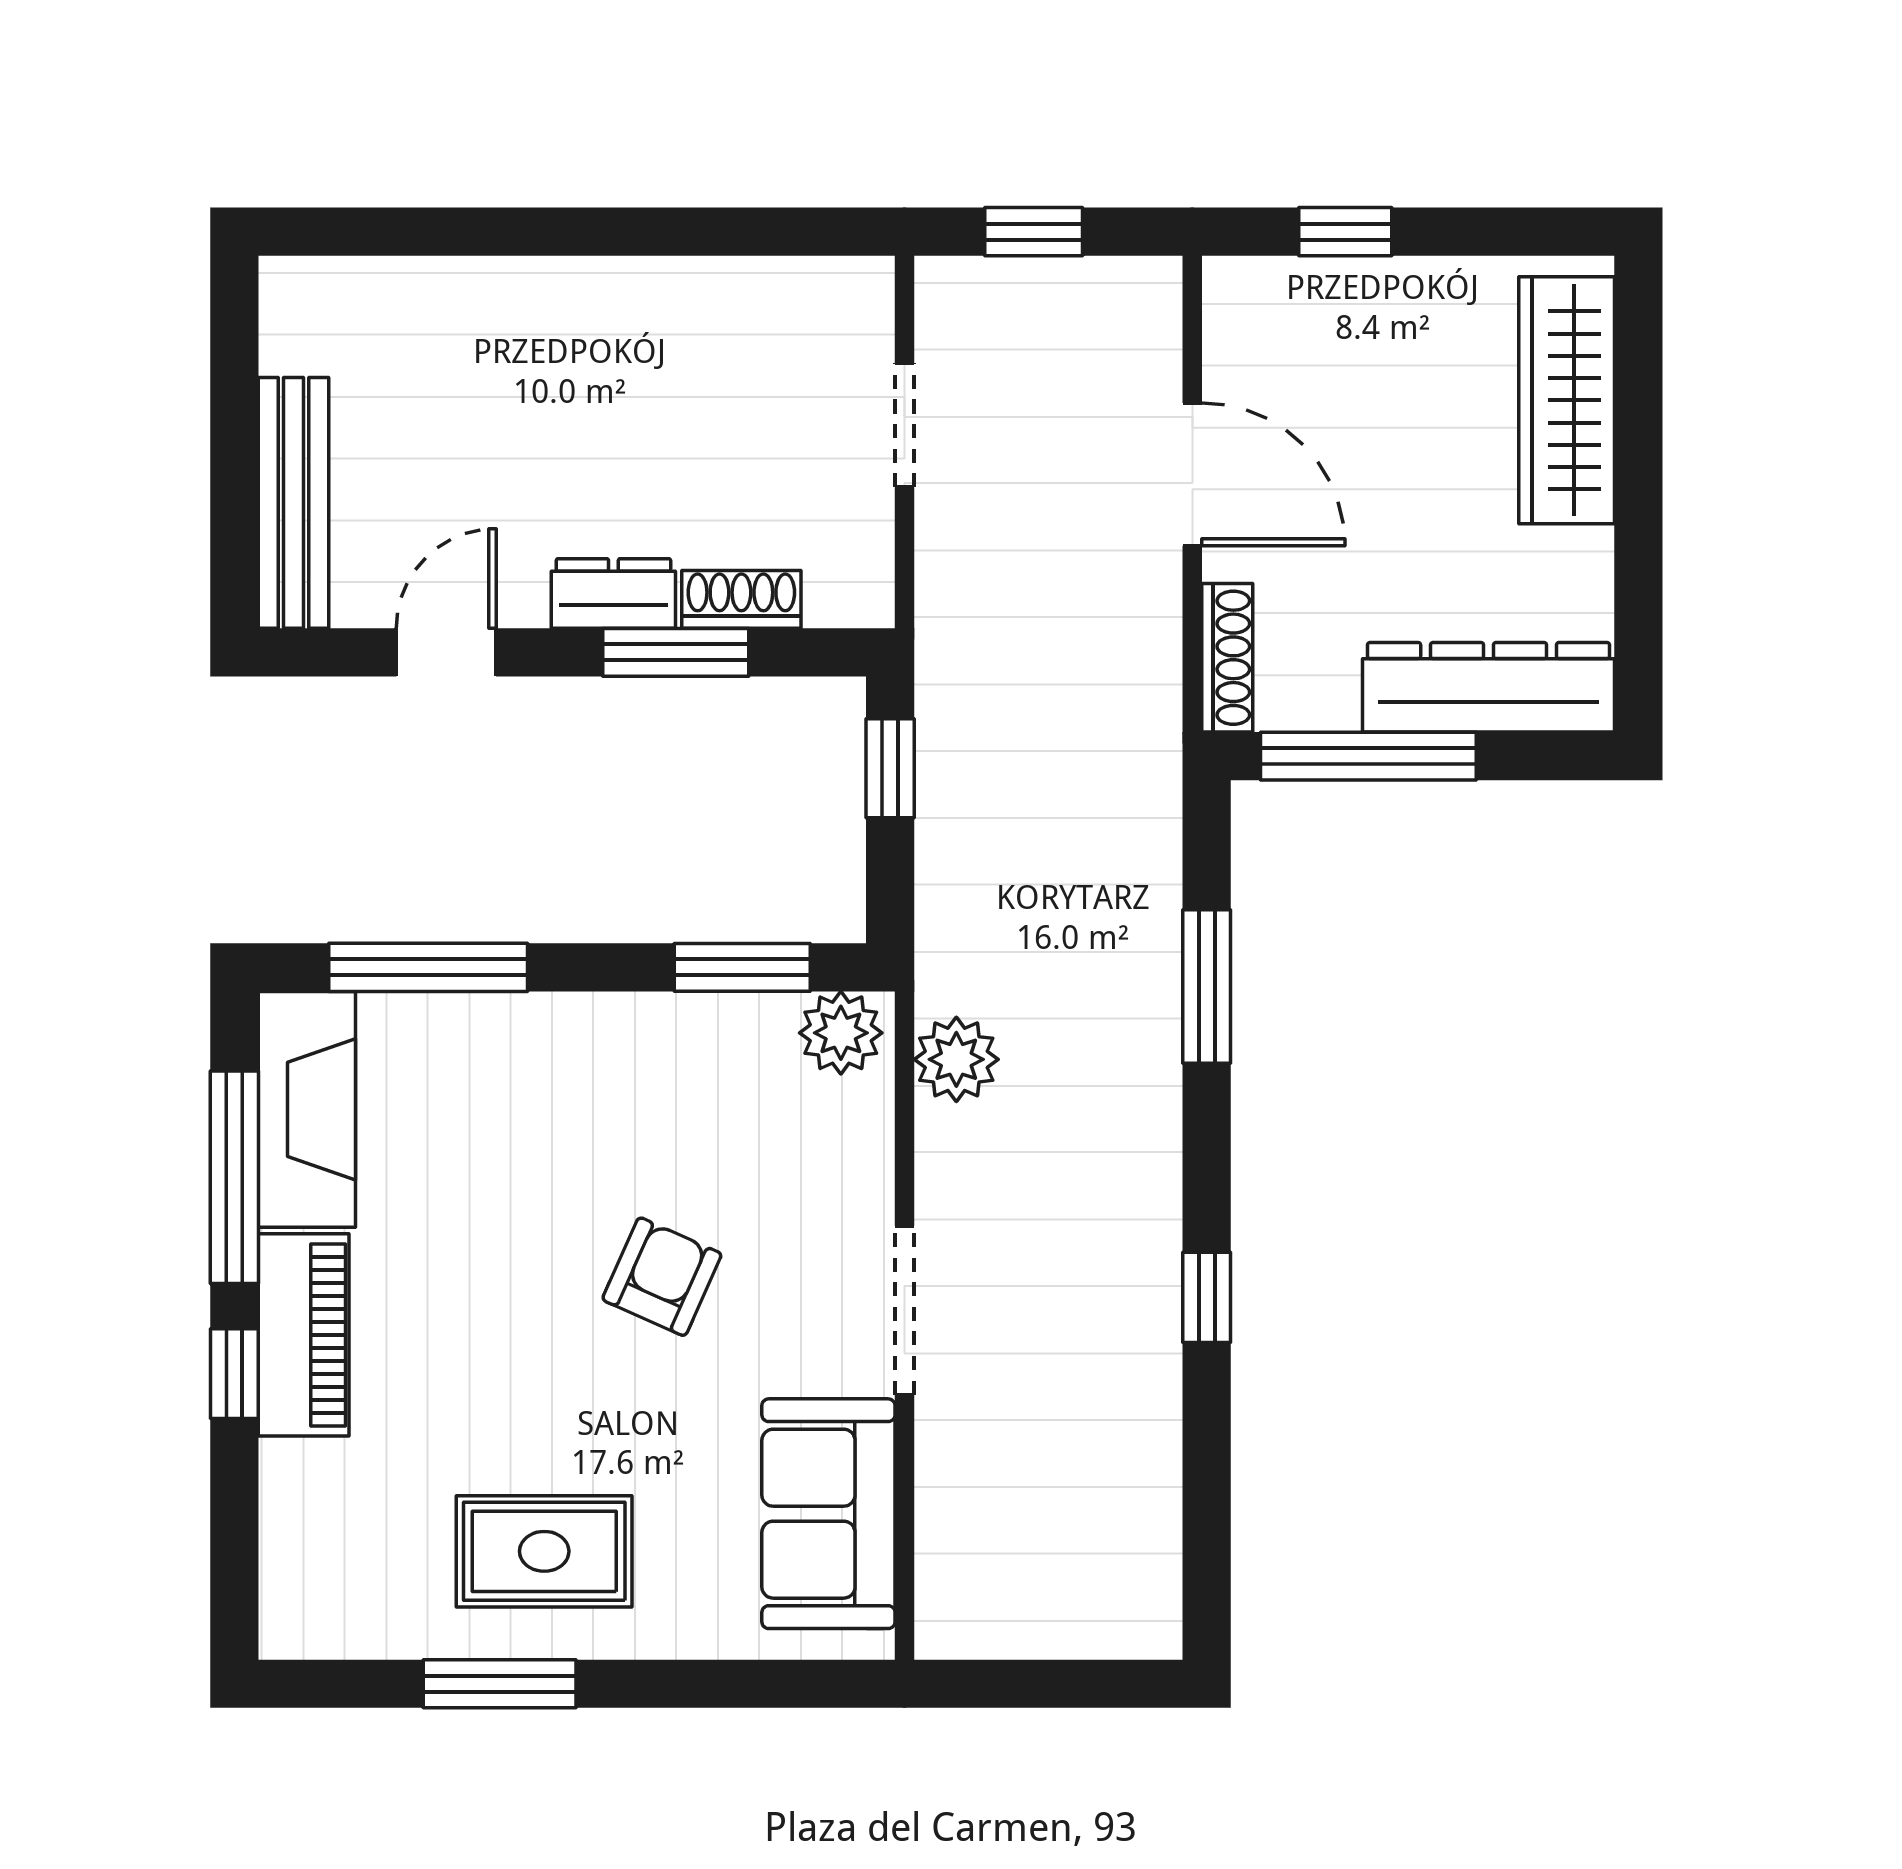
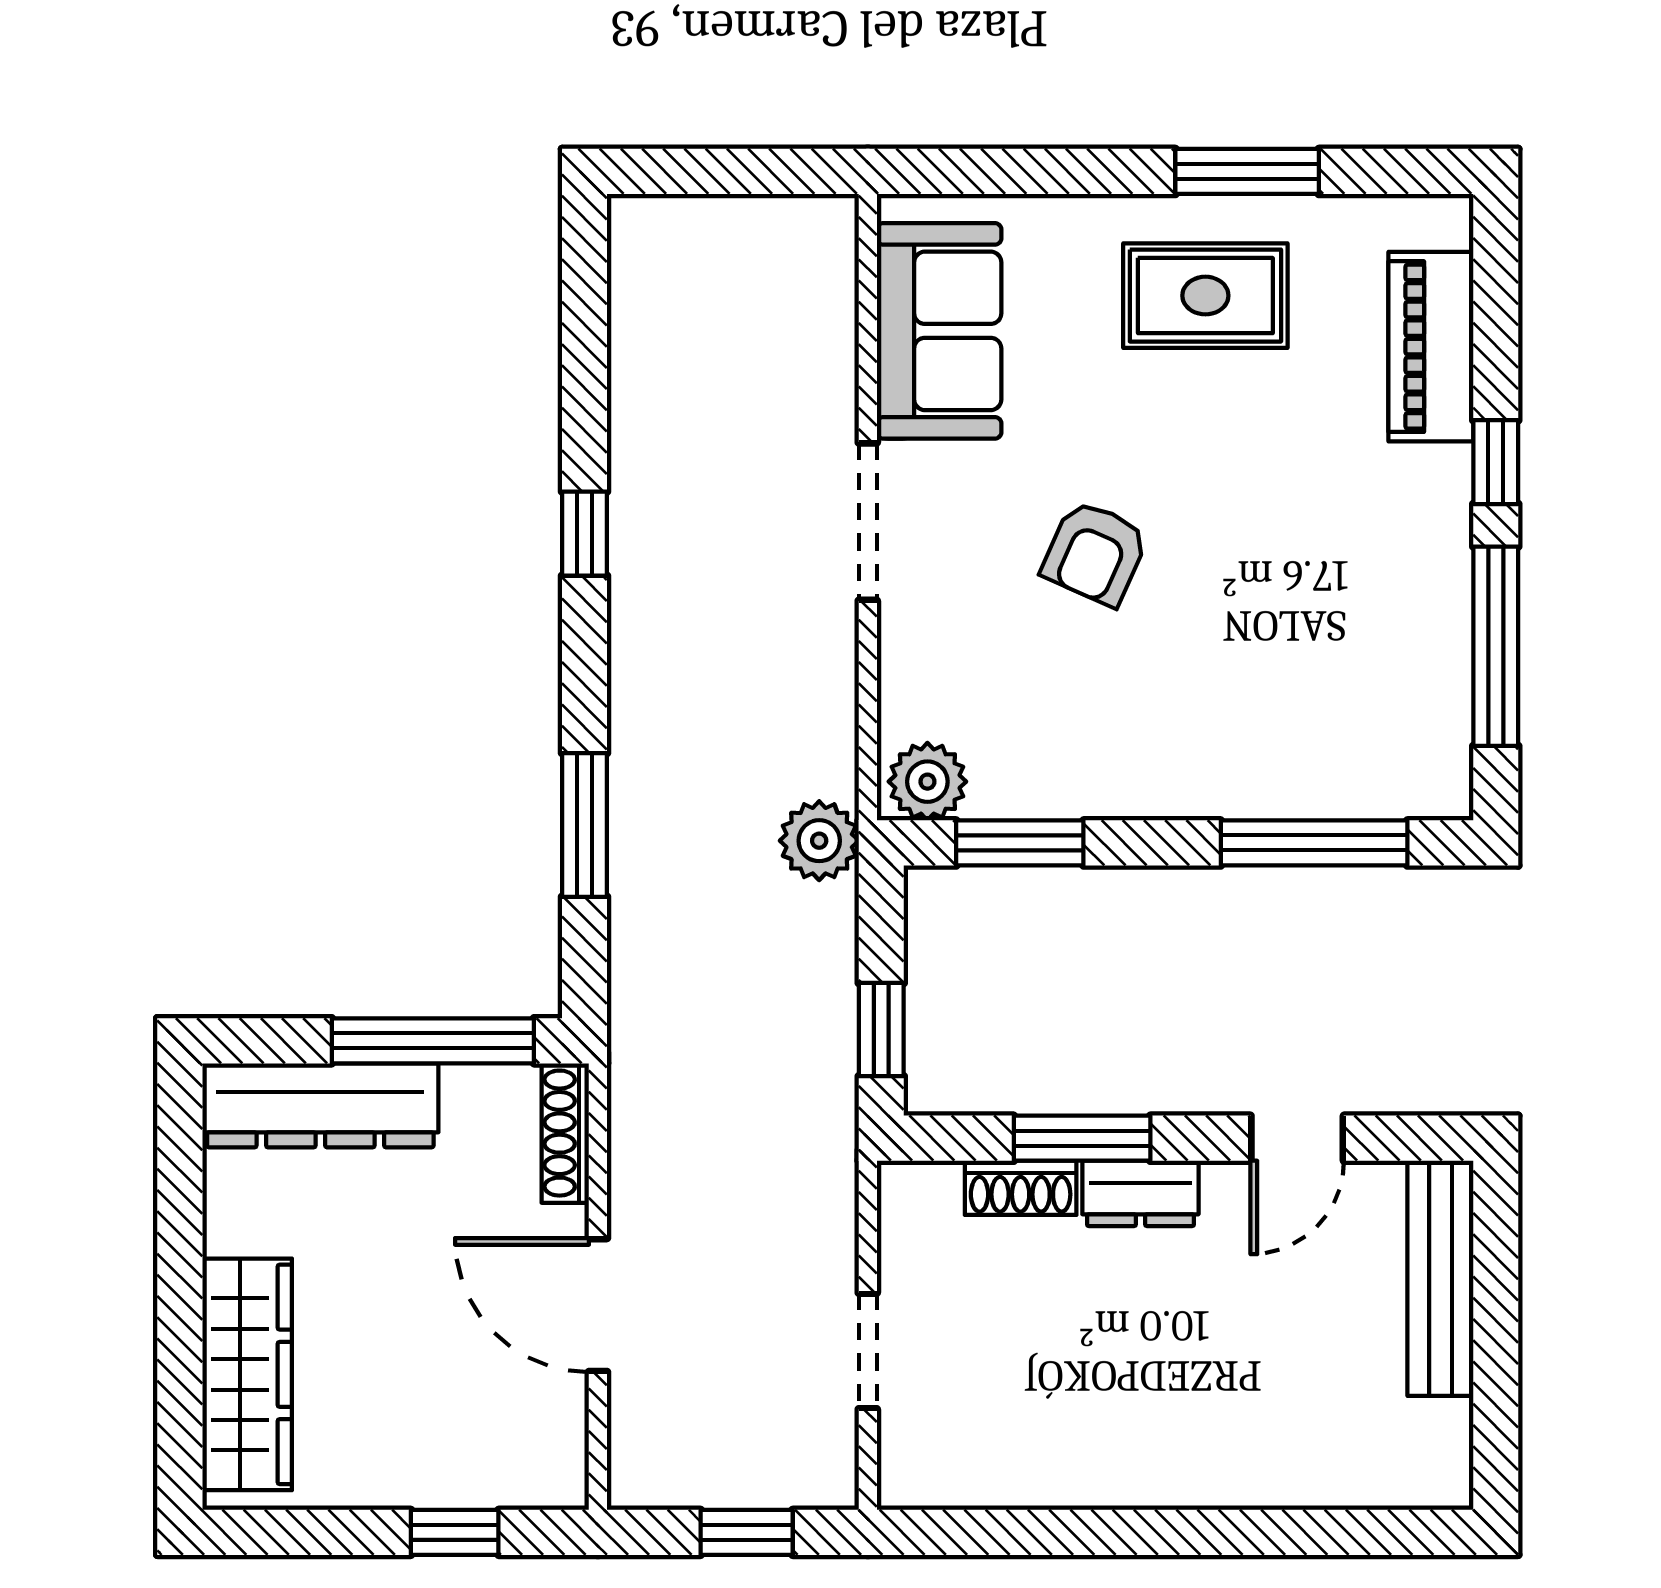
plant: (956, 1059) -> (819, 841), moved
fireplace: (307, 1109) -> (1428, 710), removed
piano: (304, 1335) -> (1431, 347), moved

